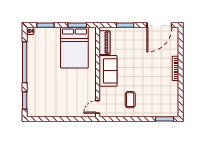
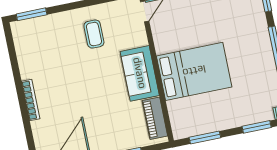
bed: (74, 48) -> (194, 71), moved, turned 90

